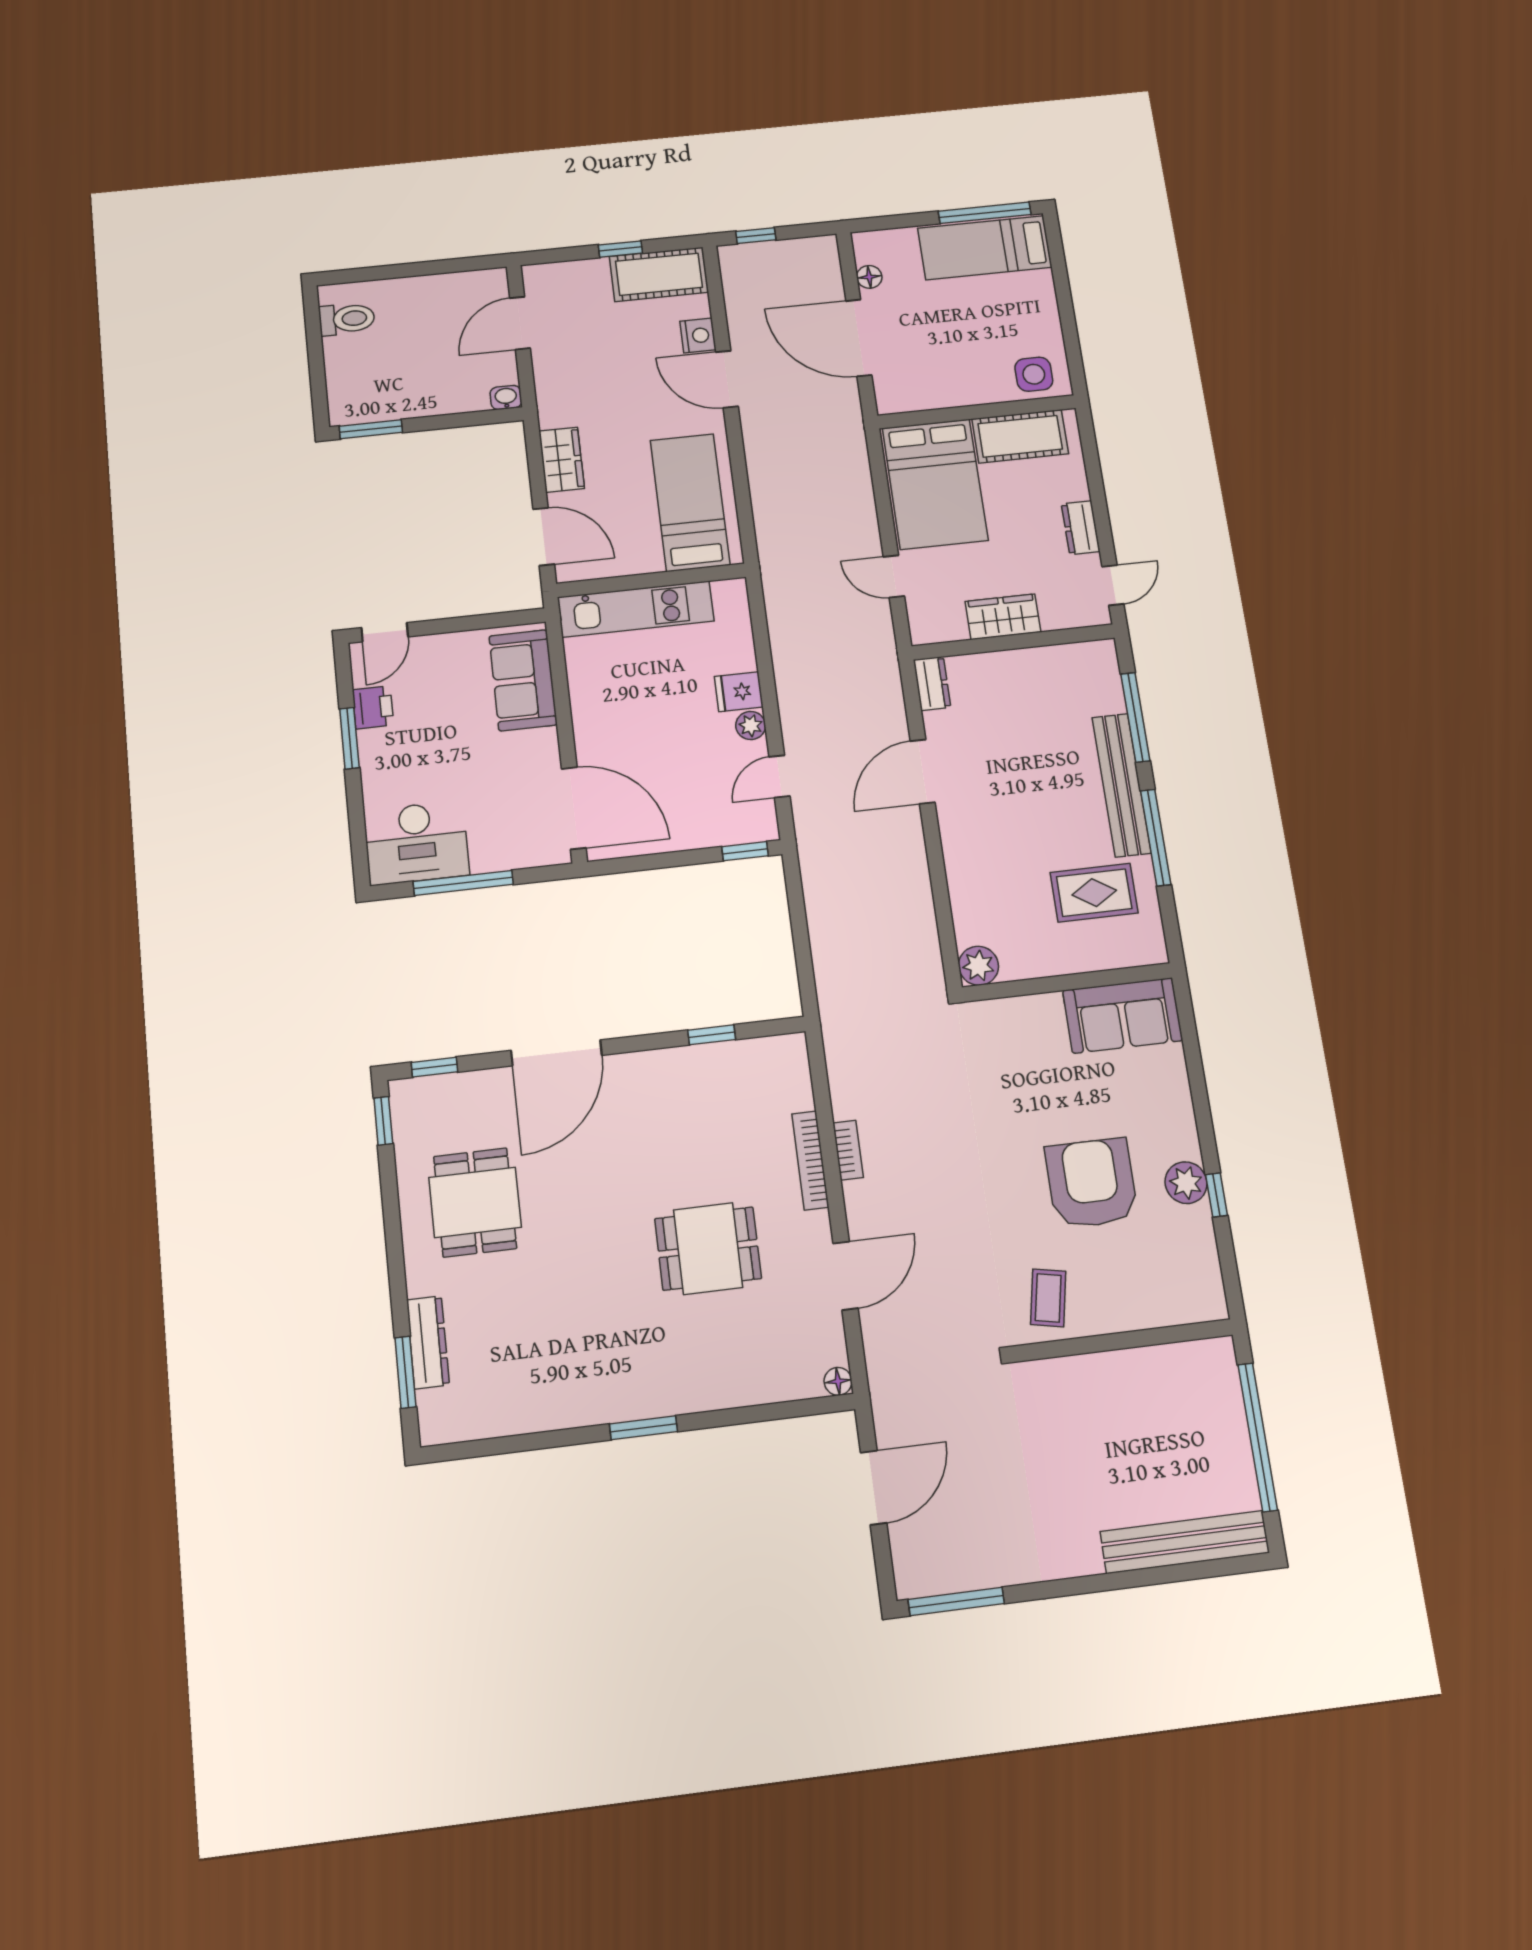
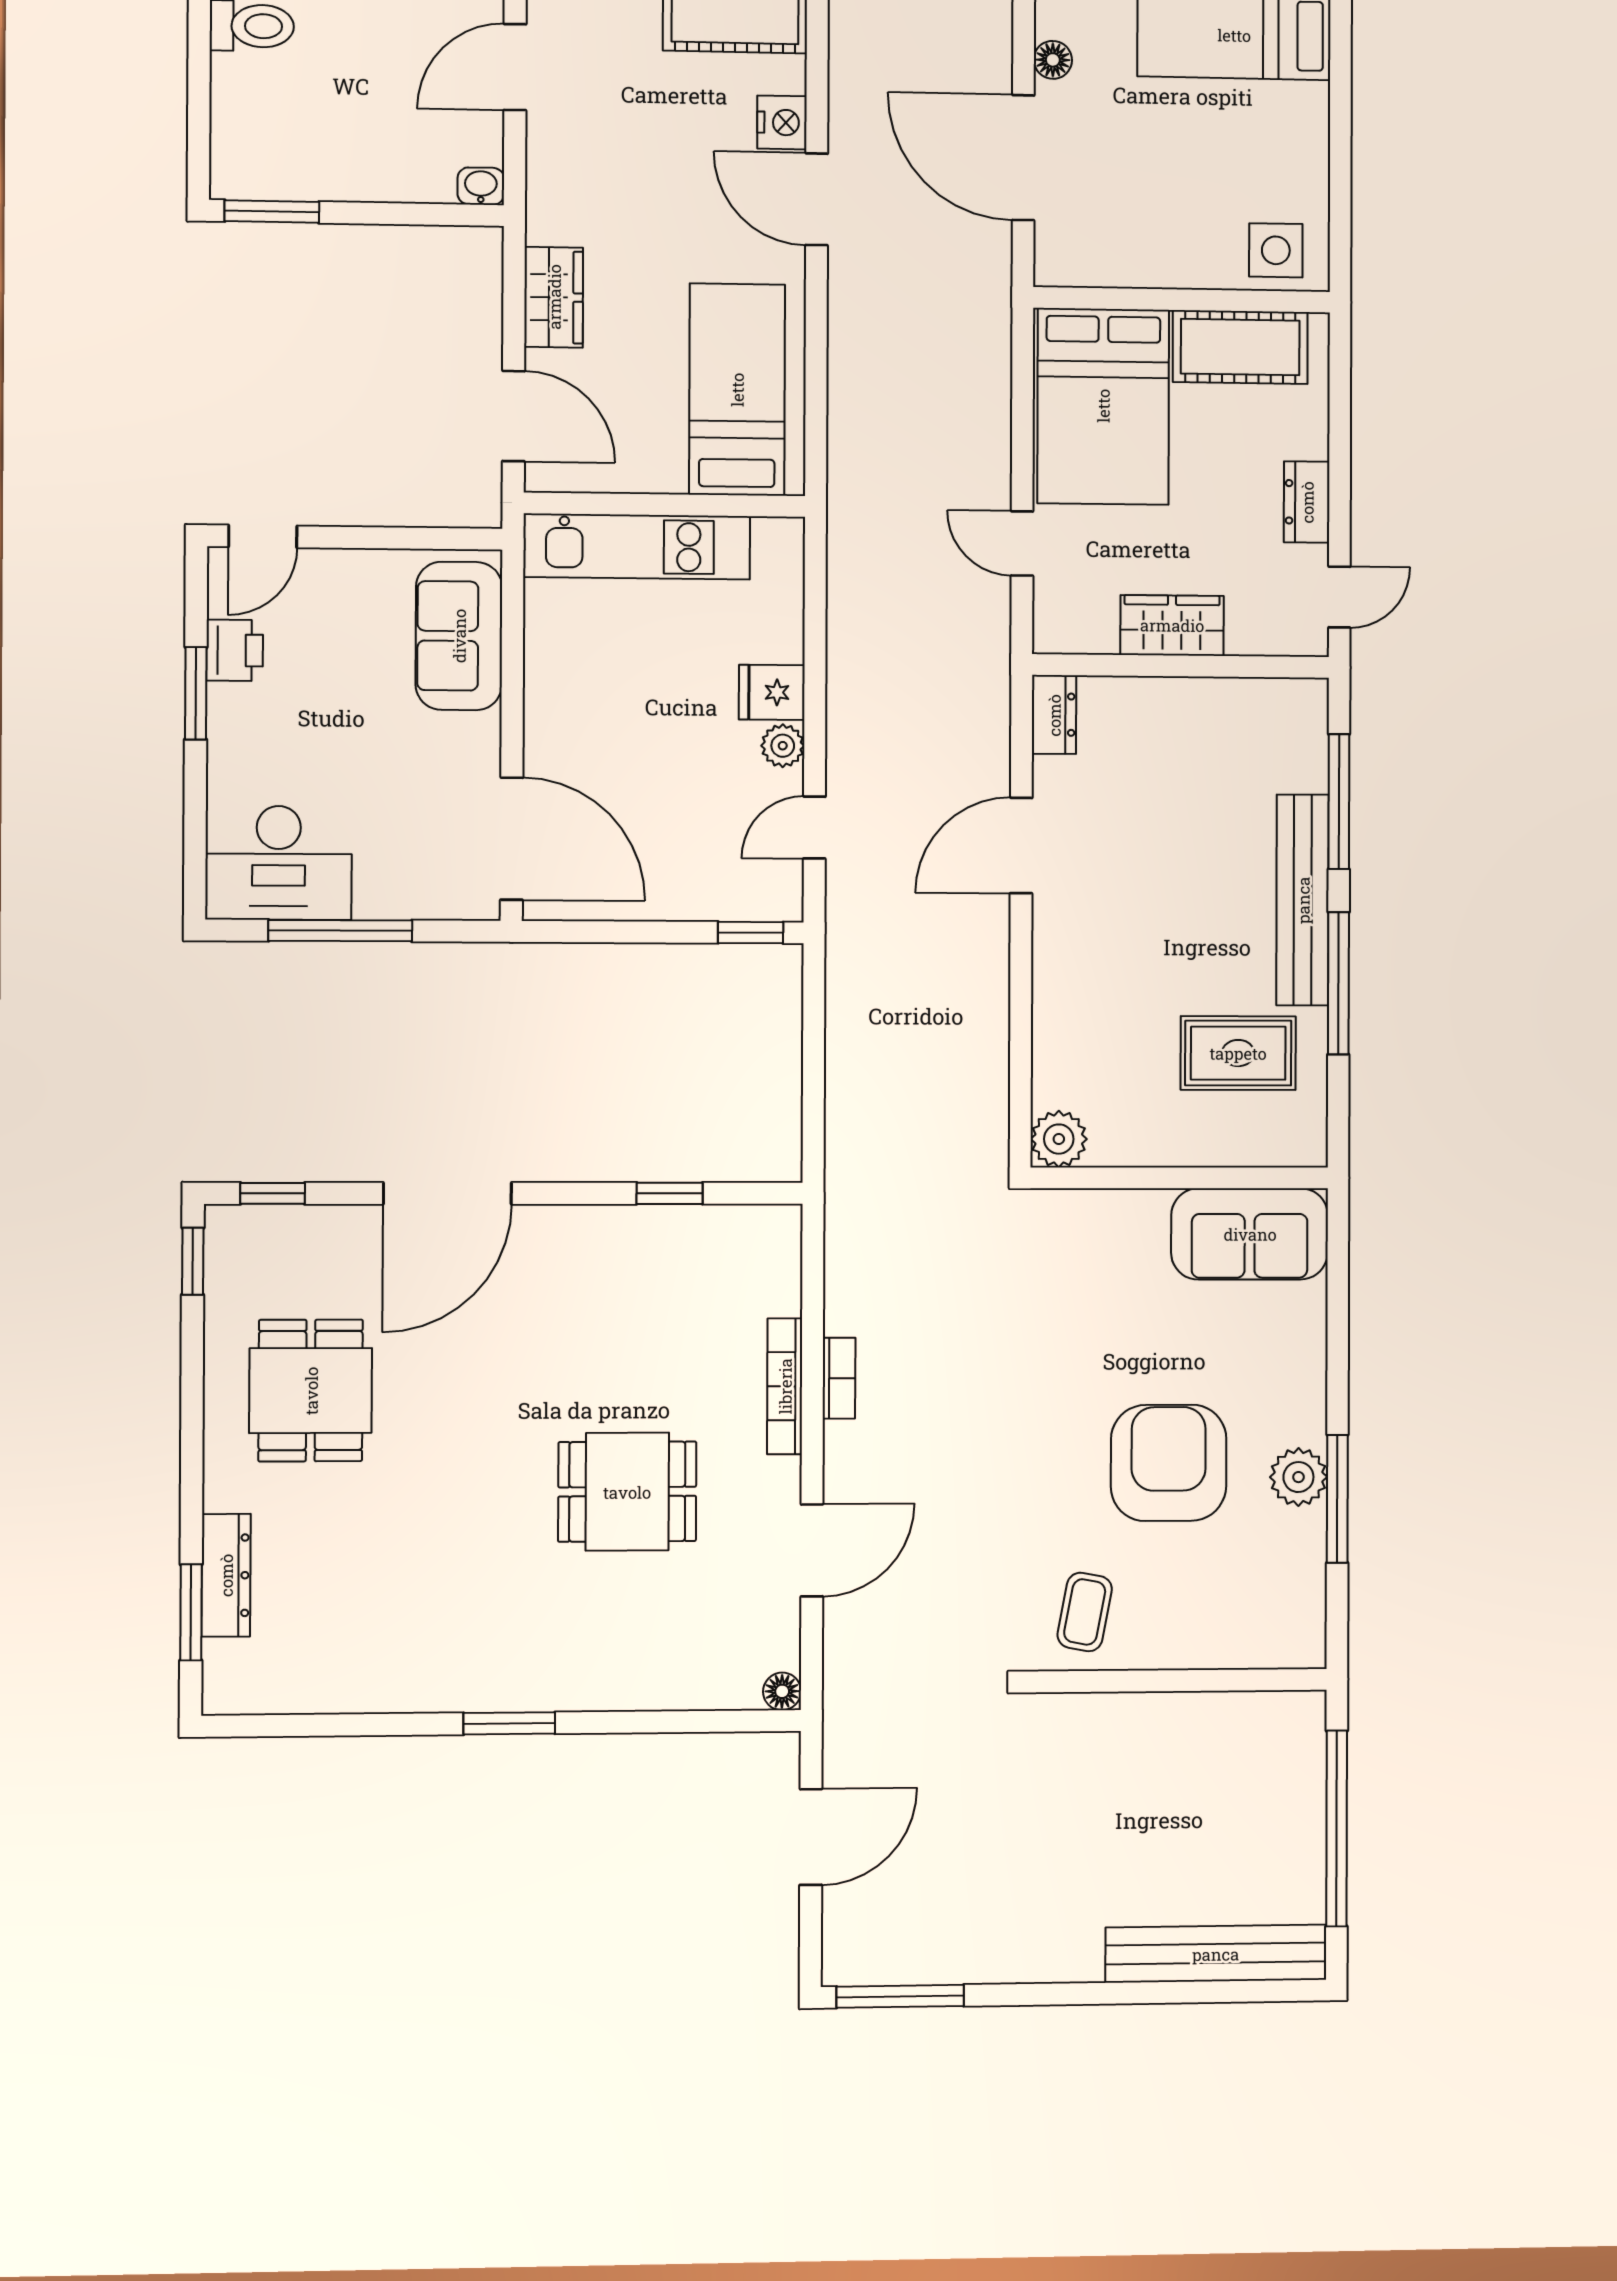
window: (1217, 1195) -> (1337, 1499), width x2.17

